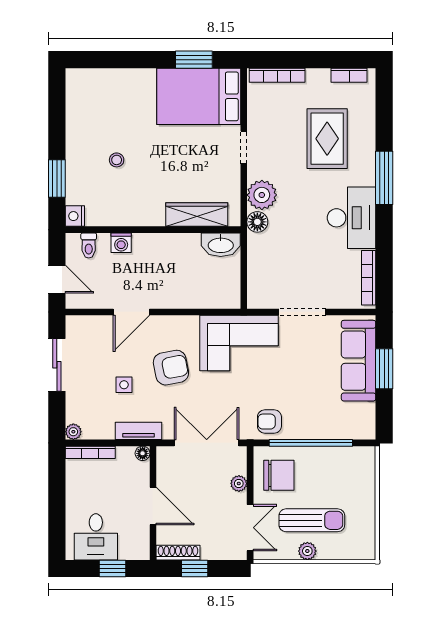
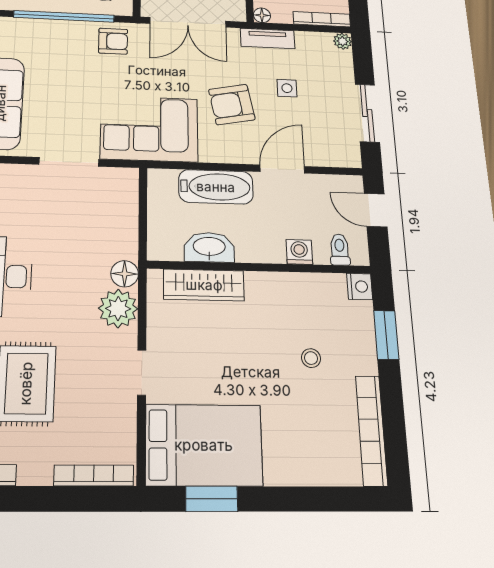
bookcase: (74, 108) -> (371, 430), added
washbasin: (221, 245) -> (209, 247), moved
bathtub: (186, 295) -> (216, 187), added

